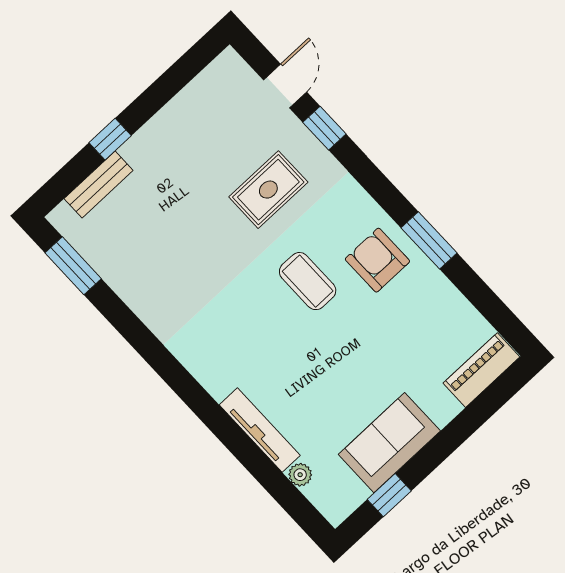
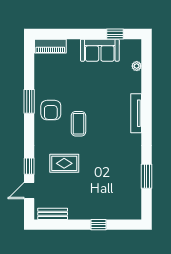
bench: (99, 184) -> (53, 214), moved
window: (73, 266) -> (147, 176), moved
tv unit: (260, 430) -> (136, 113), moved

